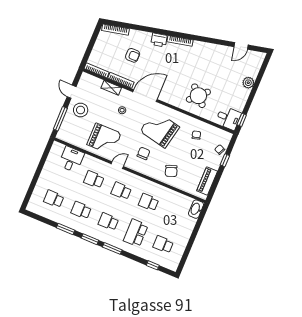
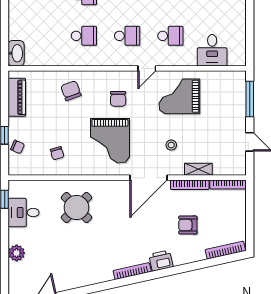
stool: (81, 110) -> (227, 122), removed
desk: (228, 118) -> (24, 213), moved
grand piano: (160, 129) -> (110, 141), turned 78

